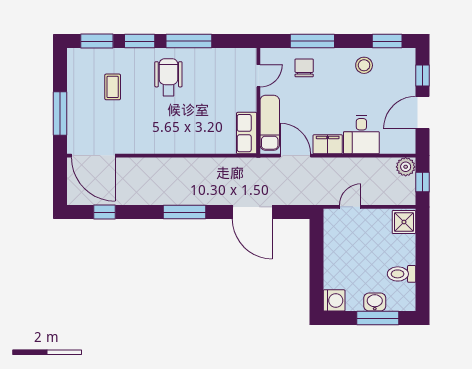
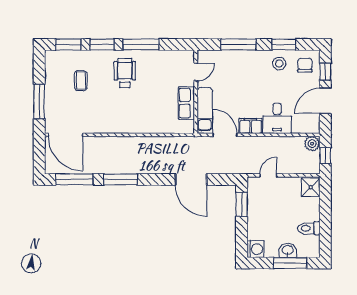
window: (387, 41) -> (284, 44), moved
chair: (304, 68) -> (305, 65), moved
row of seats: (247, 133) -> (187, 103), moved
window: (104, 212) -> (74, 179), width x2.17
window: (184, 212) -> (120, 179), moved
window: (316, 244) -> (242, 204), added

